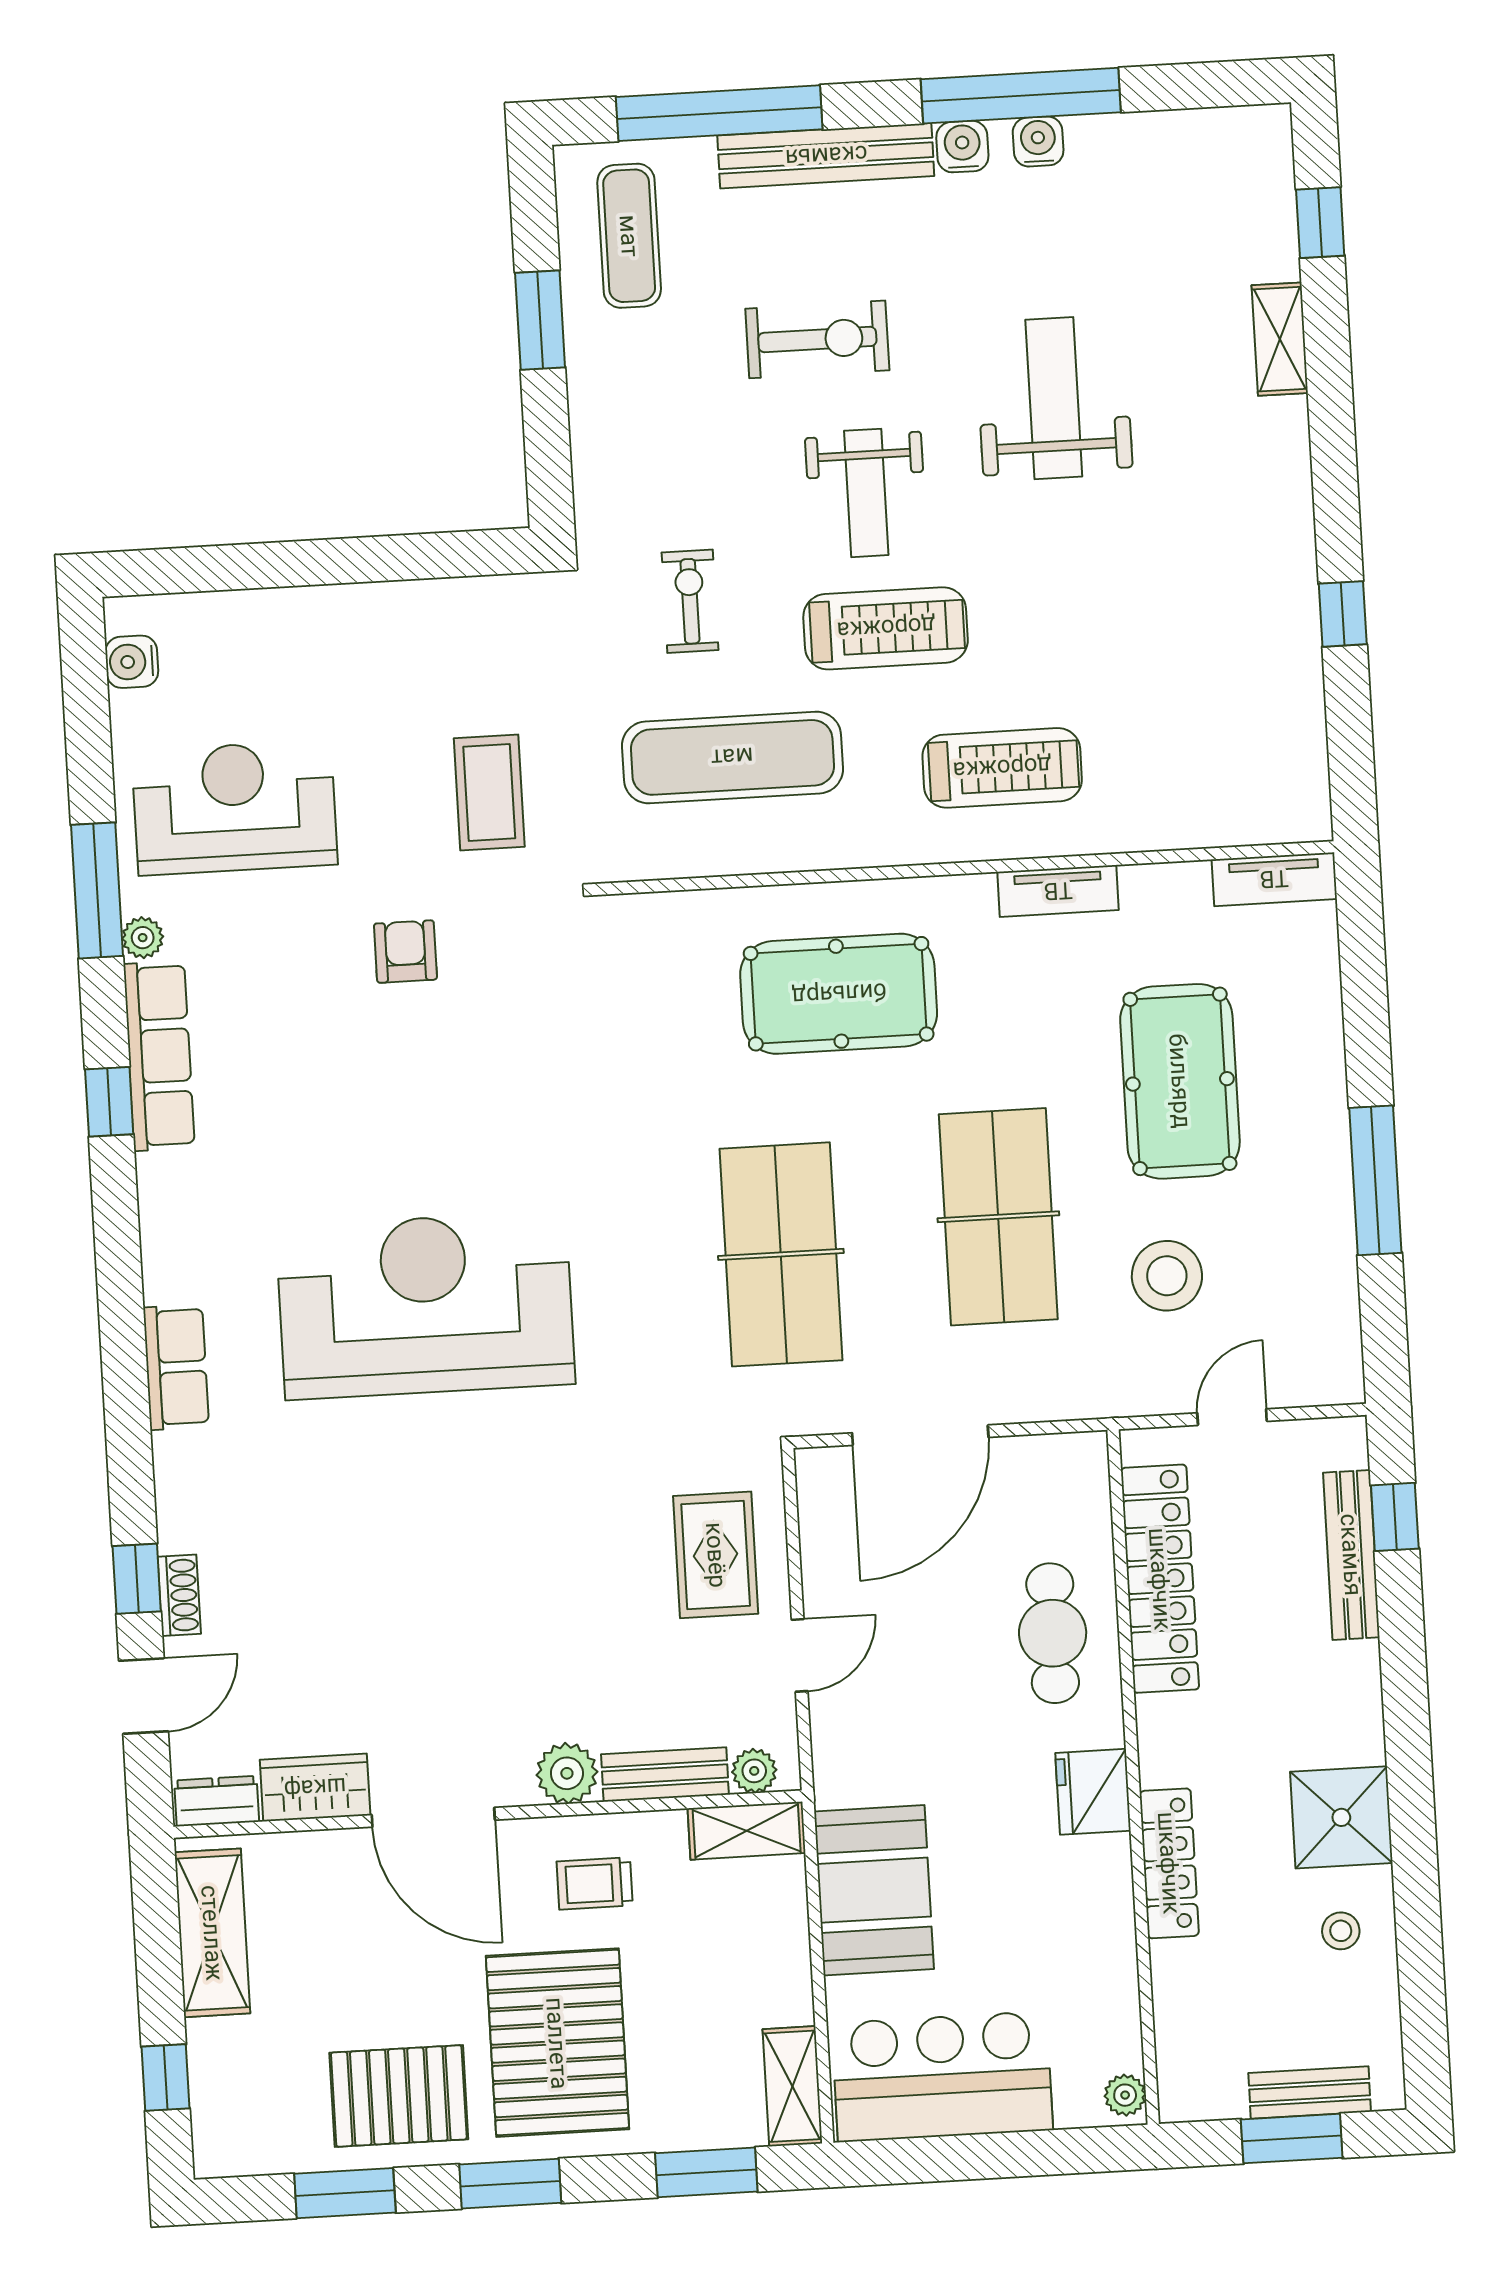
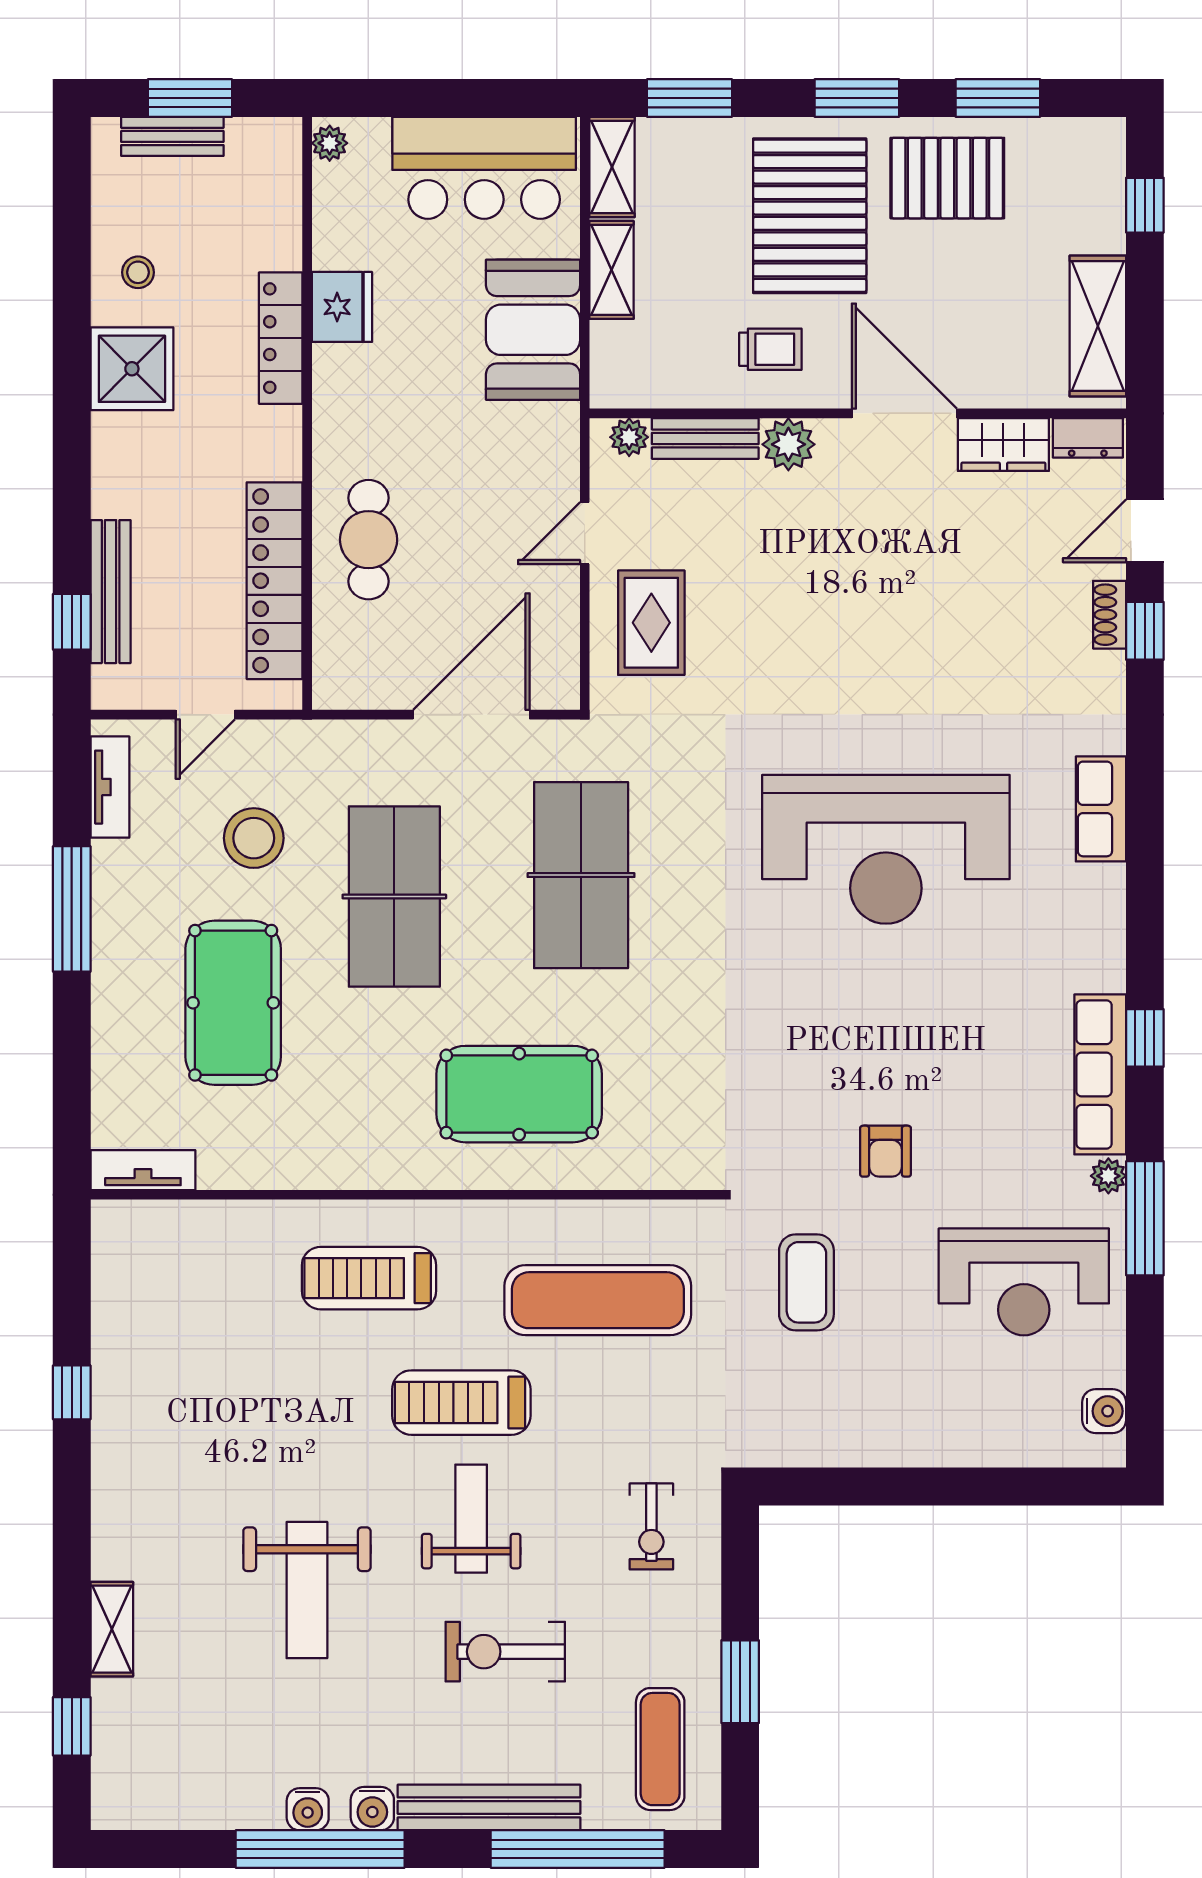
exercise bike: (690, 601) -> (651, 1526), moved
tv unit: (1058, 891) -> (110, 787), moved, turned 90
fridge: (1093, 1792) -> (342, 307), moved
shelving: (747, 1831) -> (612, 270), moved, turned 90

